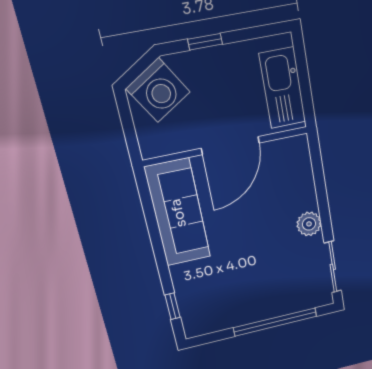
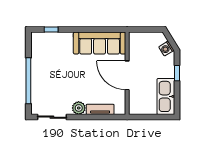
kitchen sink: (283, 88) -> (166, 96), moved, turned -90
washing machine: (158, 90) -> (166, 49), width x0.53, depth x0.53
tv unit: (305, 184) -> (100, 109), added

